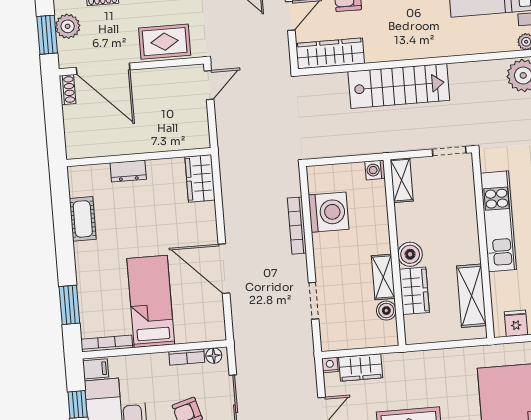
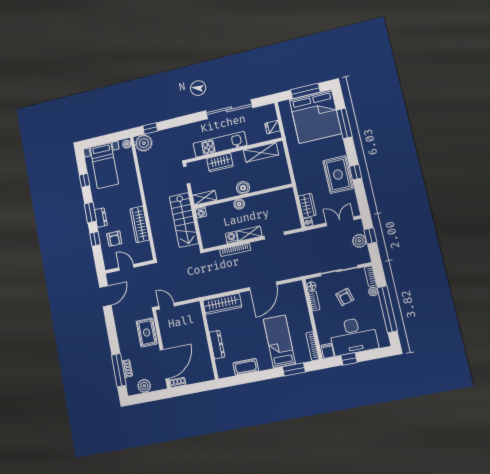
window: (47, 35) -> (150, 397), removed
wardrobe: (330, 53) -> (140, 224), moved
stairs: (399, 86) -> (184, 220), moved, turned 180
dresser: (128, 171) -> (217, 345), width x1.44
wardrobe: (200, 178) -> (222, 304), width x1.50
washing machine: (329, 212) -> (232, 238), width x0.53, depth x0.53
shelving: (383, 277) -> (249, 234), moved
wardrobe: (414, 291) -> (220, 162), moved, turned 180
bed: (151, 301) -> (279, 341), moved, turned 90
boiler: (386, 311) -> (239, 204), moved

